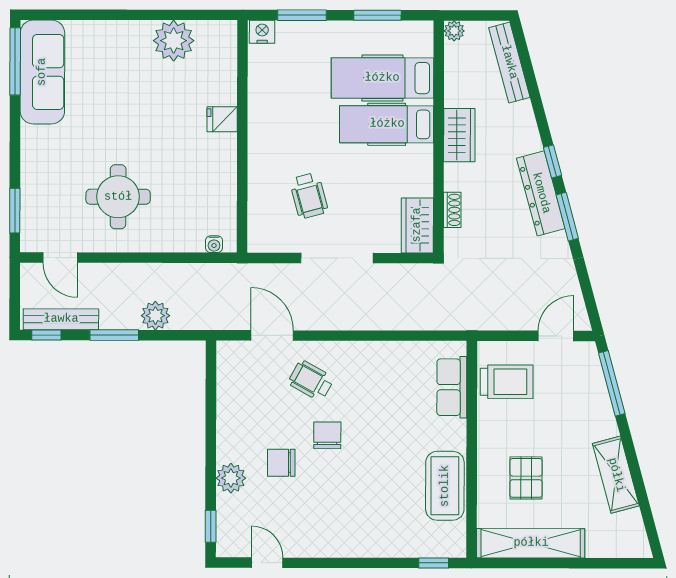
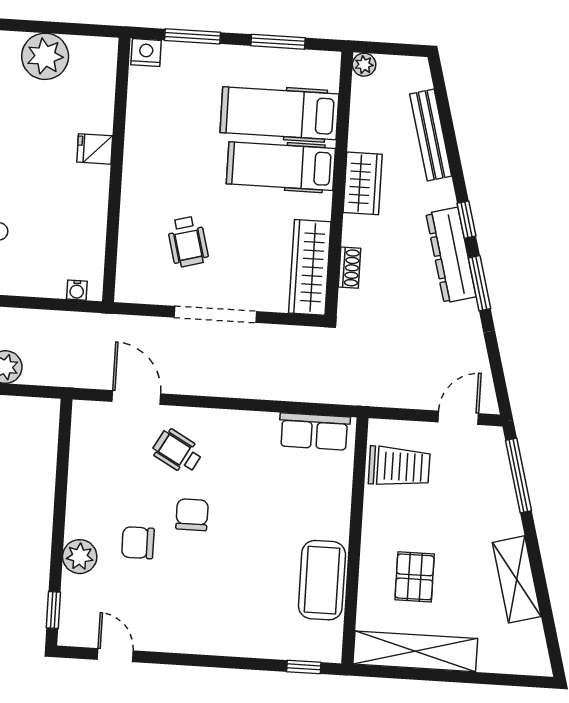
bench: (509, 62) -> (431, 135), moved
wardrobe: (417, 225) -> (310, 267), width x1.50
row of seats: (452, 387) -> (314, 431), moved, turned -90

